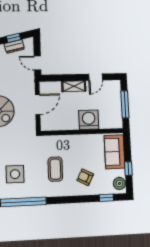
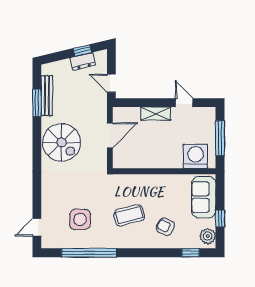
door: (96, 77) -> (184, 103), swing flipped
washing machine: (89, 120) -> (196, 156), moved
coffee table: (55, 169) -> (129, 215), turned 75

